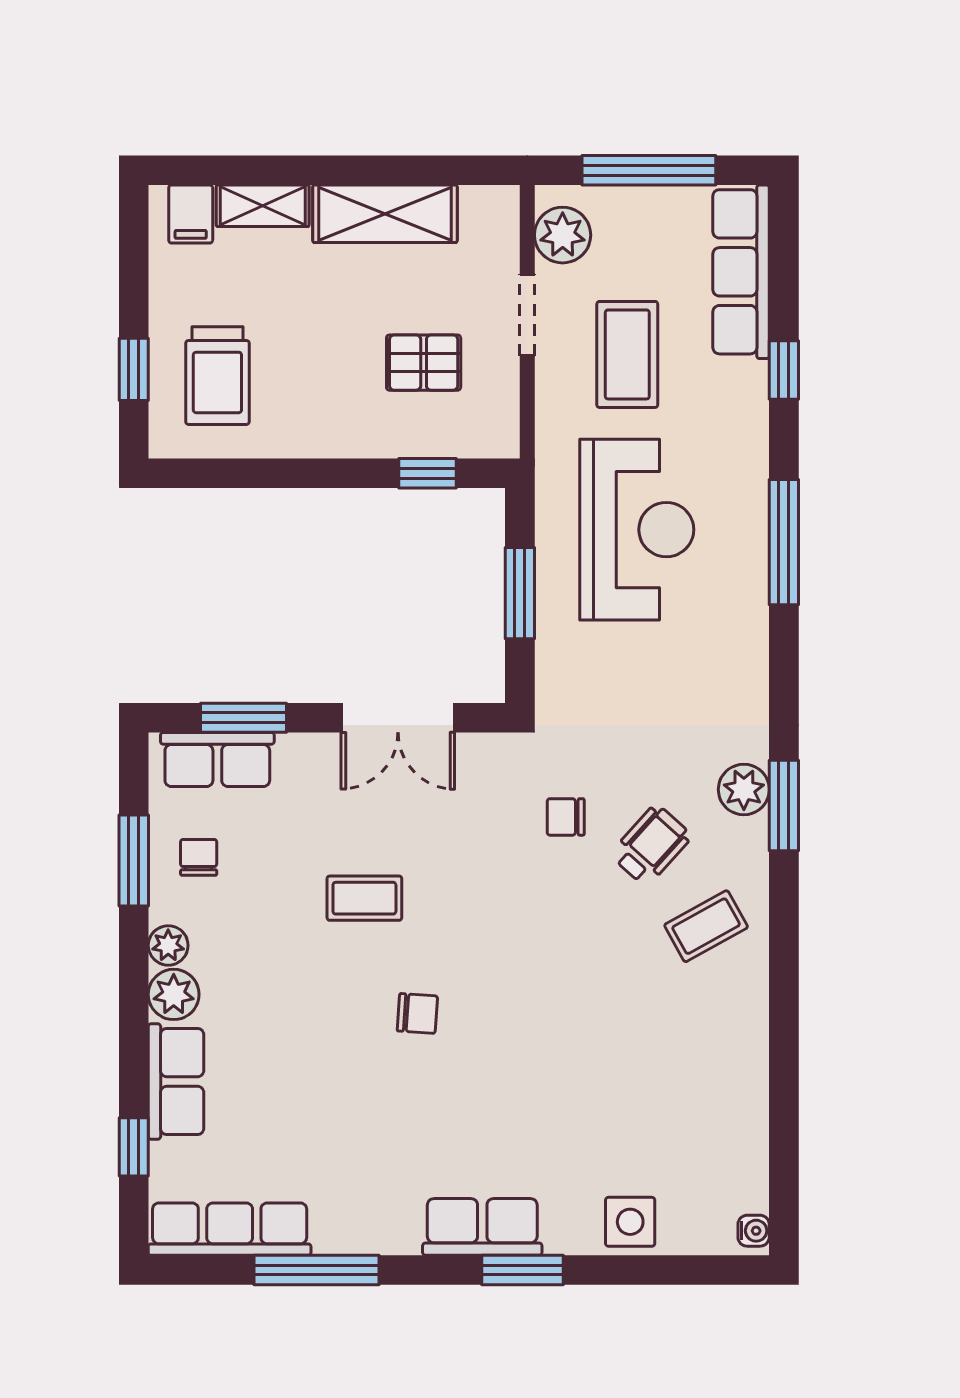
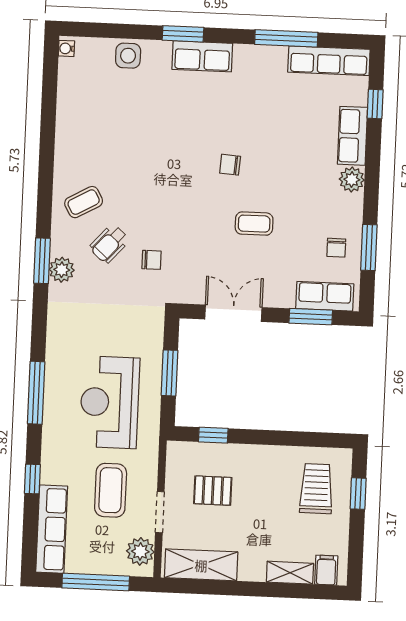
shelving: (385, 214) -> (201, 565), moved
plant: (168, 945) -> (353, 204), removed

